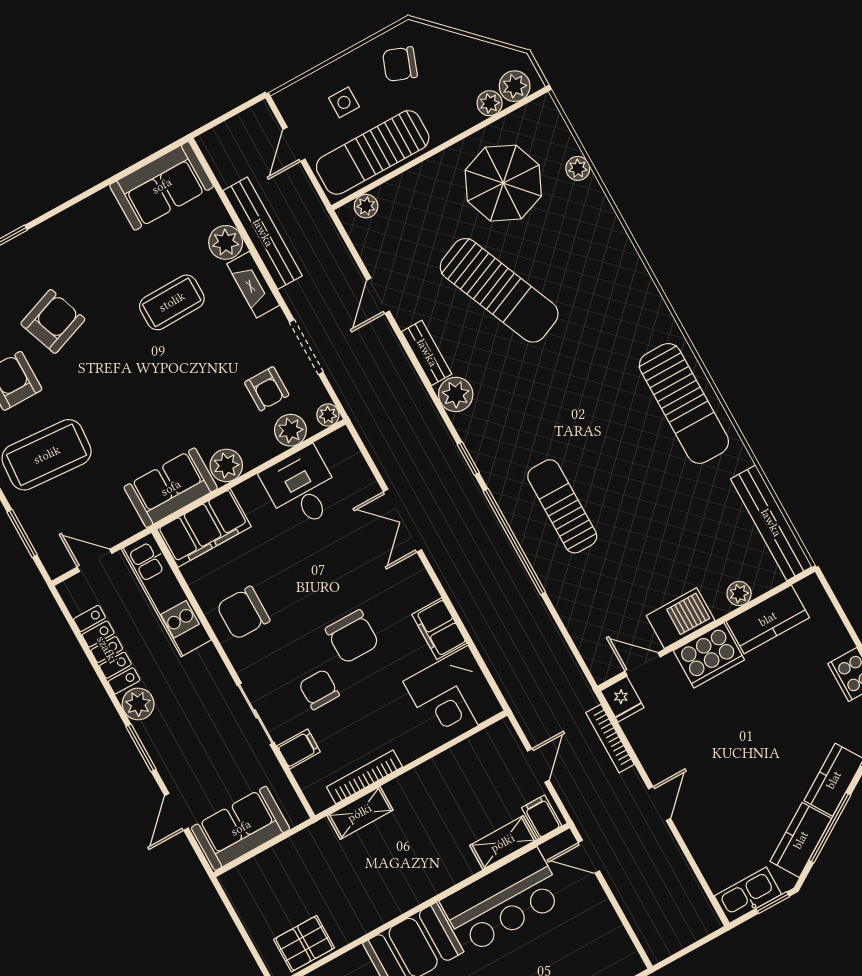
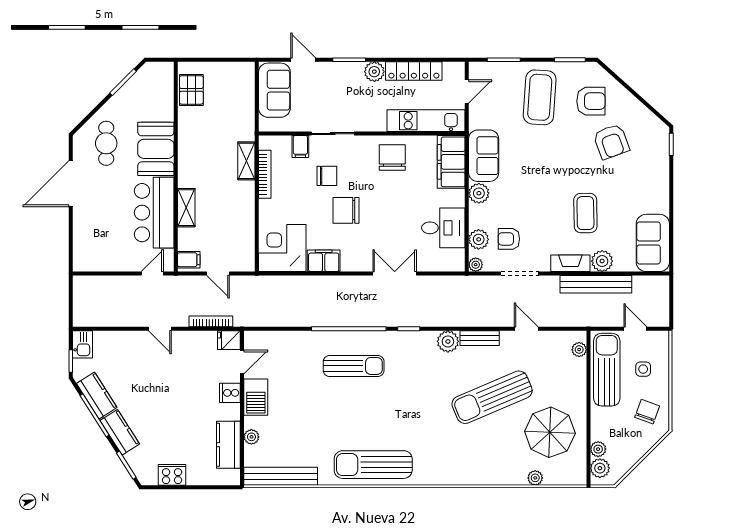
cooker: (709, 655) -> (230, 393), width x0.53, depth x0.76
shelving: (503, 843) -> (186, 208), moved
kitchen sink: (748, 895) -> (83, 344), width x0.73

